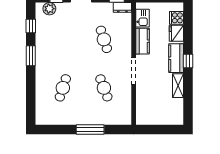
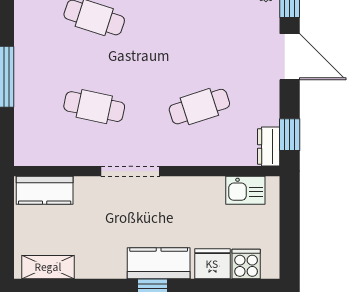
kitchen counter: (142, 41) -> (45, 190), moved
shelving: (178, 86) -> (48, 267), moved
cafe table: (104, 88) -> (94, 107), turned 33

